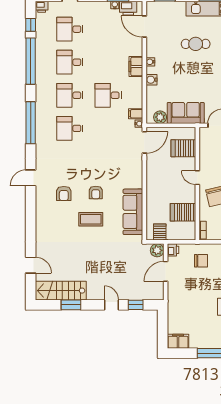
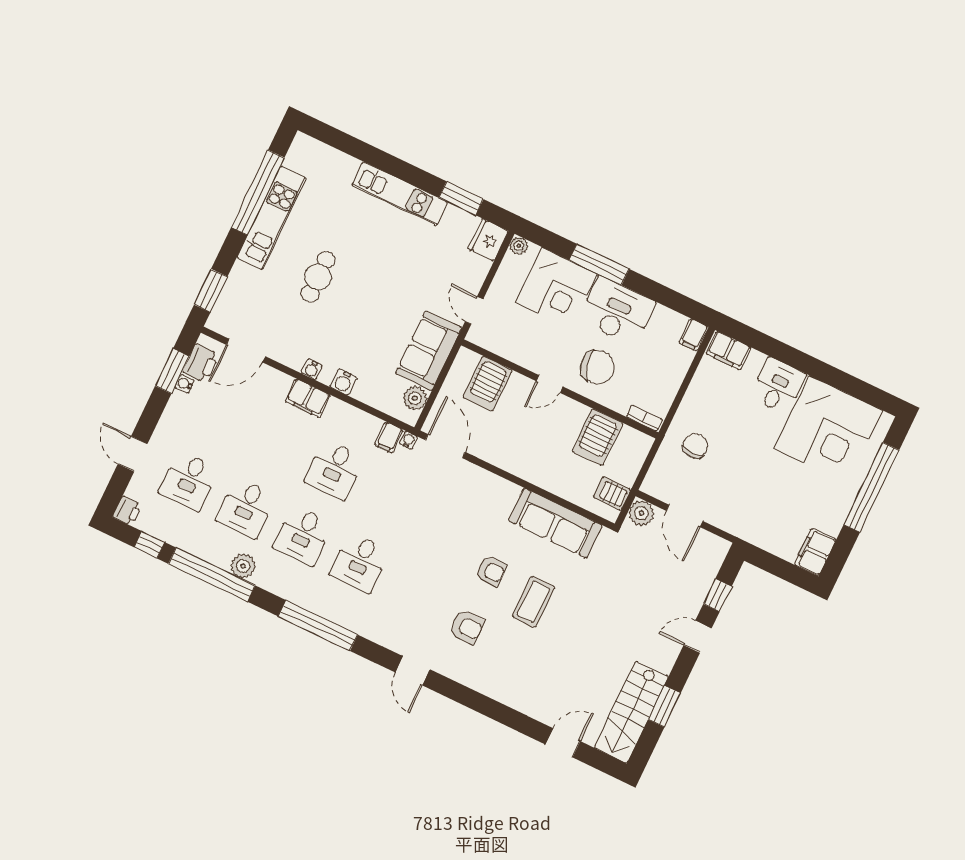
plant: (42, 74) -> (243, 566), added
printer: (173, 250) -> (654, 485), removed

